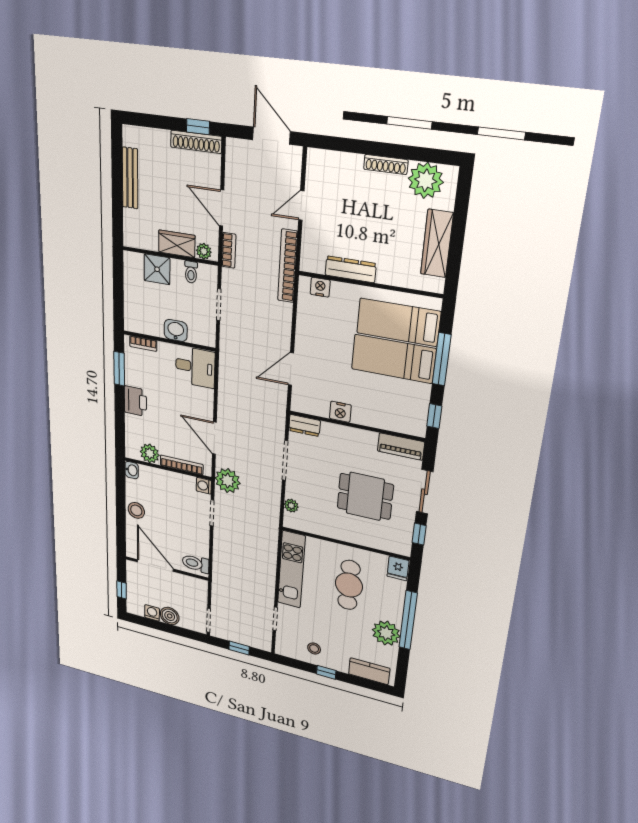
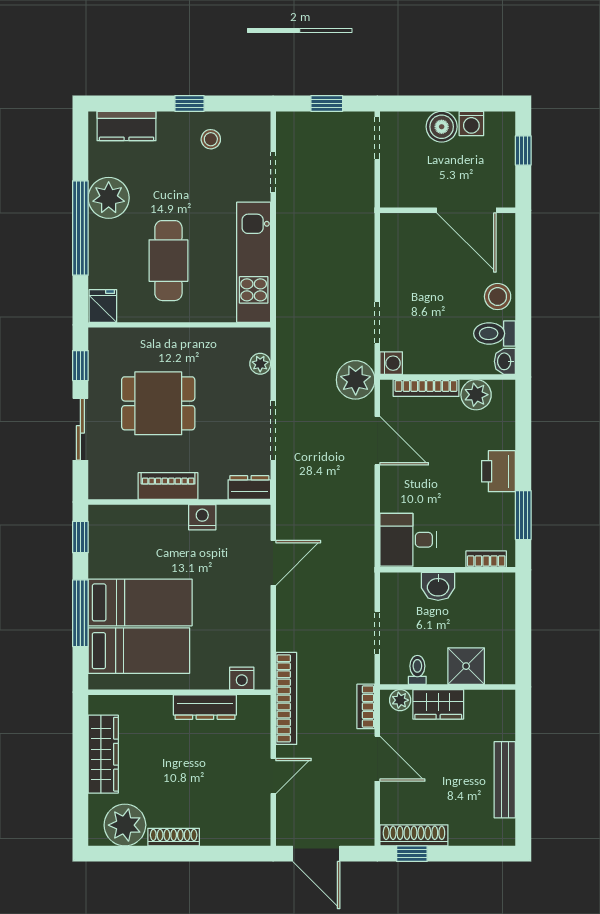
piano: (401, 447) -> (168, 486), moved
toilet: (196, 564) -> (494, 333), moved, turned 180

